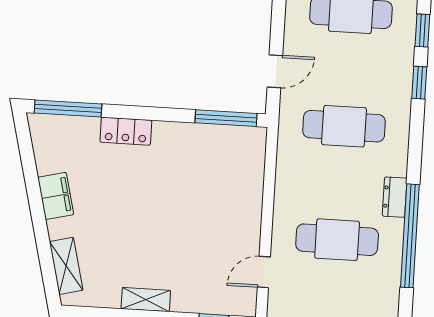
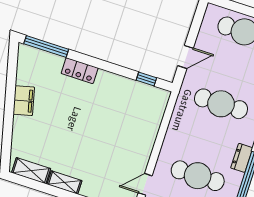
window: (226, 118) -> (146, 79), width x0.46
shelving: (66, 266) -> (31, 171), moved, turned -76

